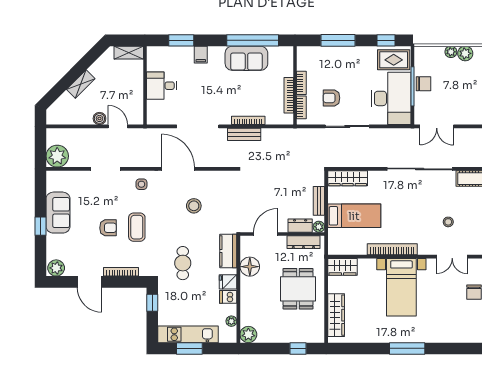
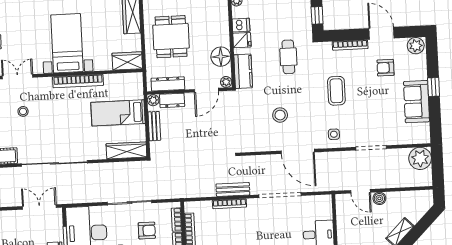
armchair: (108, 228) -> (385, 68), moved
plant: (246, 241) -> (226, 82), added

